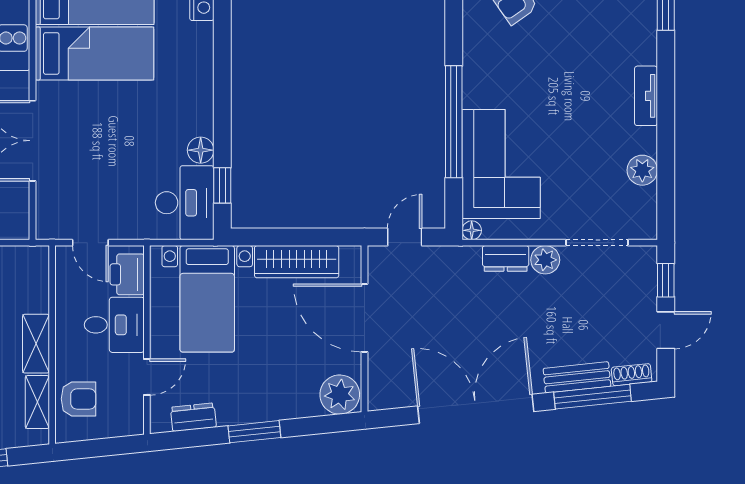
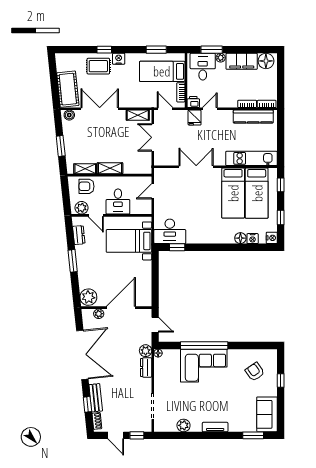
floor lamp: (201, 150) -> (240, 238), moved
corner sofa: (501, 164) -> (204, 366), moved
plant: (545, 260) -> (146, 351), moved
wardrobe: (297, 262) -> (145, 279), removed
printer: (127, 274) -> (139, 207), removed
plant: (379, 370) -> (99, 314), added
window: (593, 397) -> (87, 404), width x0.46
armchair: (78, 399) -> (87, 186), turned 90
plant: (129, 411) -> (82, 208), added

